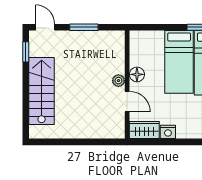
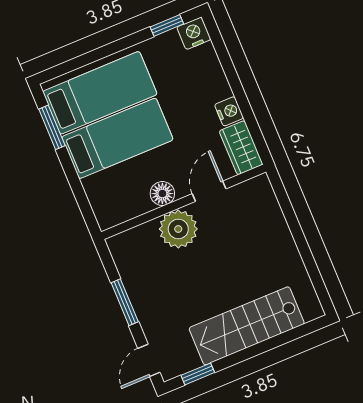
plant: (118, 81) -> (178, 229), width x1.88, depth x1.88

